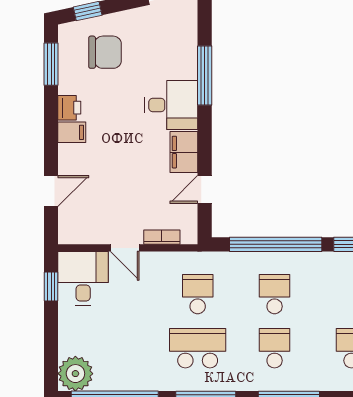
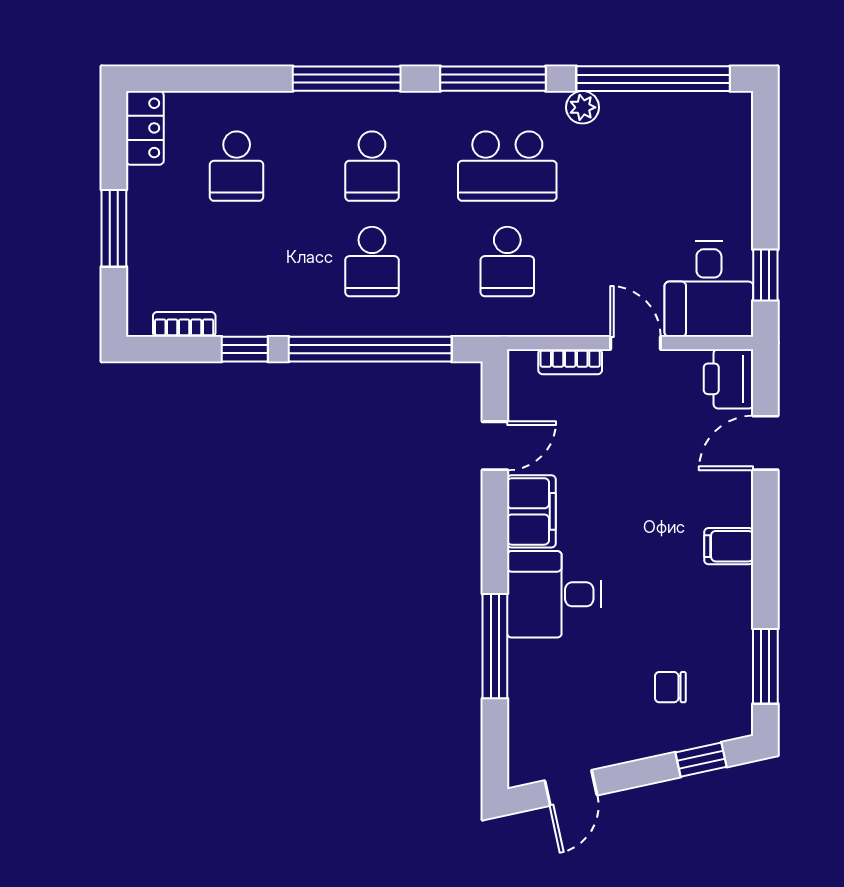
chair: (105, 52) -> (670, 687), width x0.54, depth x0.54
printer: (69, 108) -> (728, 379), moved, width x1.36, depth x1.24
plant: (75, 374) -> (583, 107), moved, width x0.53, depth x0.53

